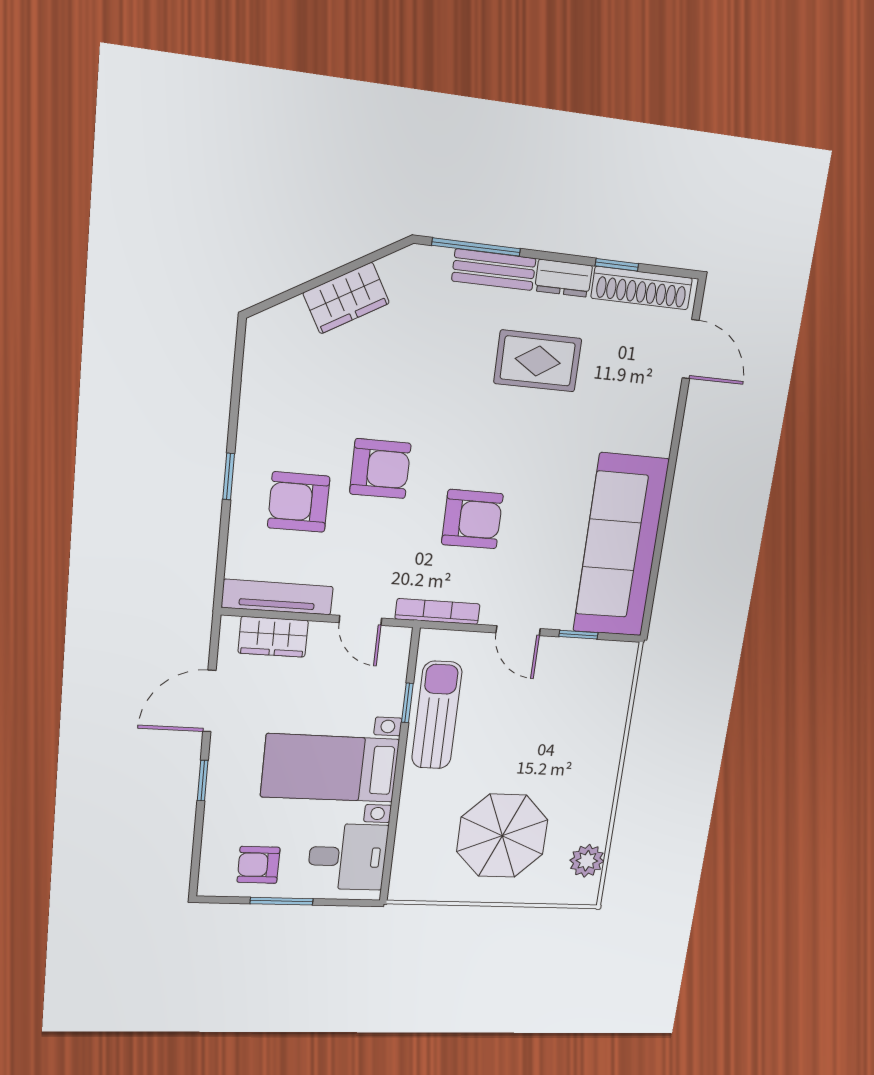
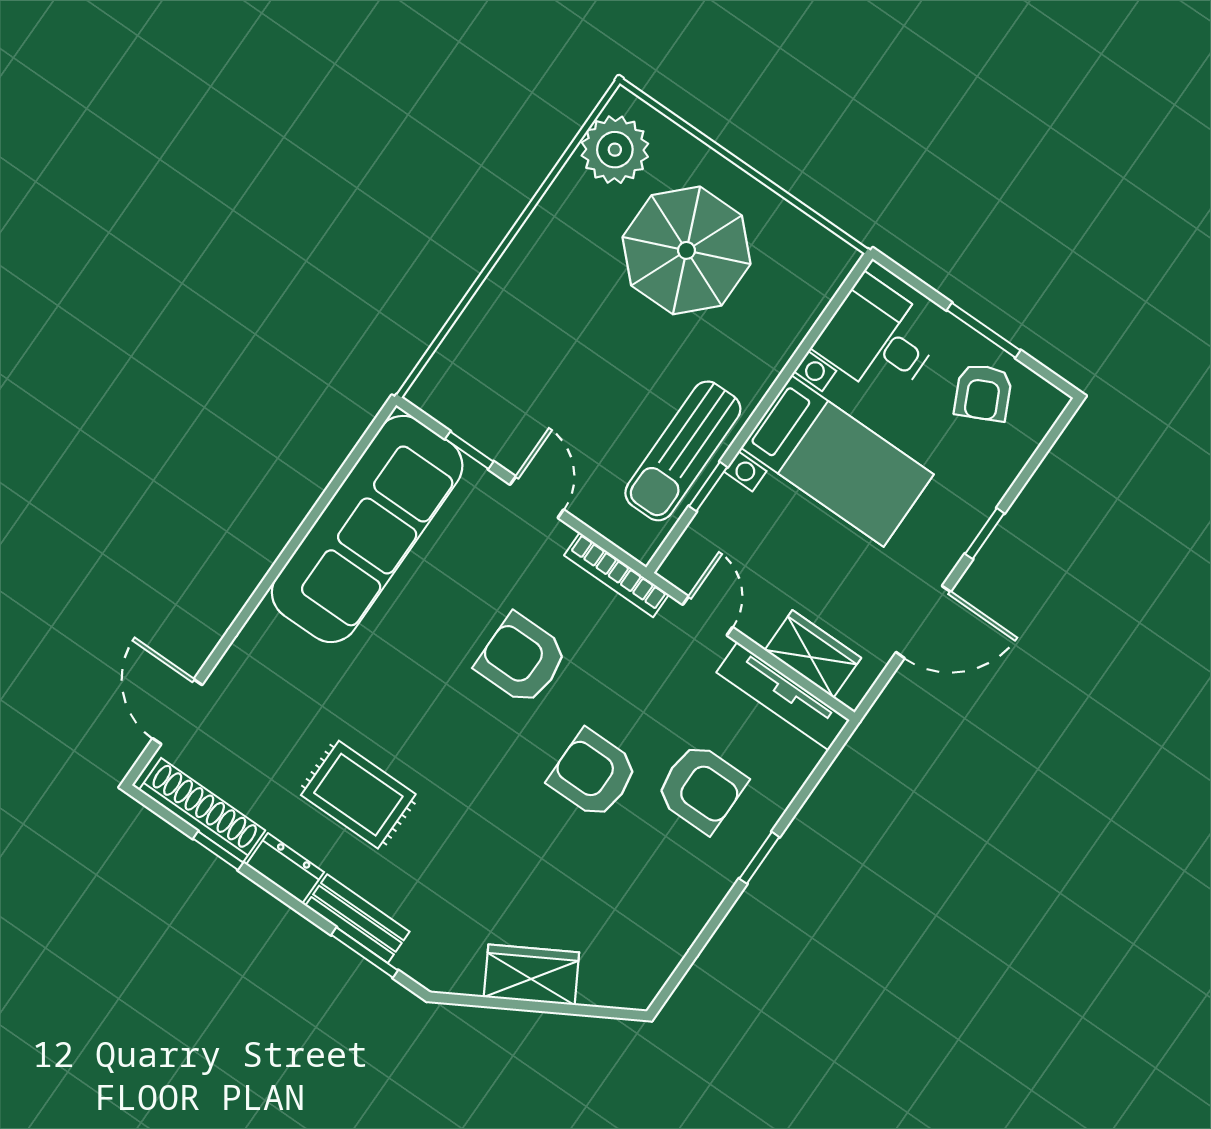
window: (476, 247) -> (365, 953), width x0.69
plant: (587, 861) -> (615, 150), width x1.36, depth x1.36
armchair: (259, 865) -> (983, 392), turned 64

